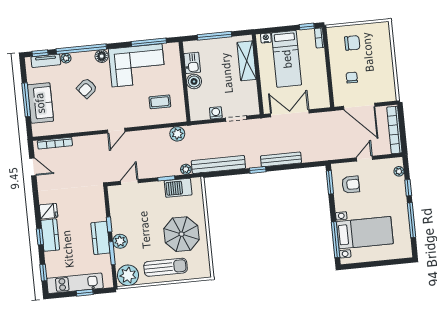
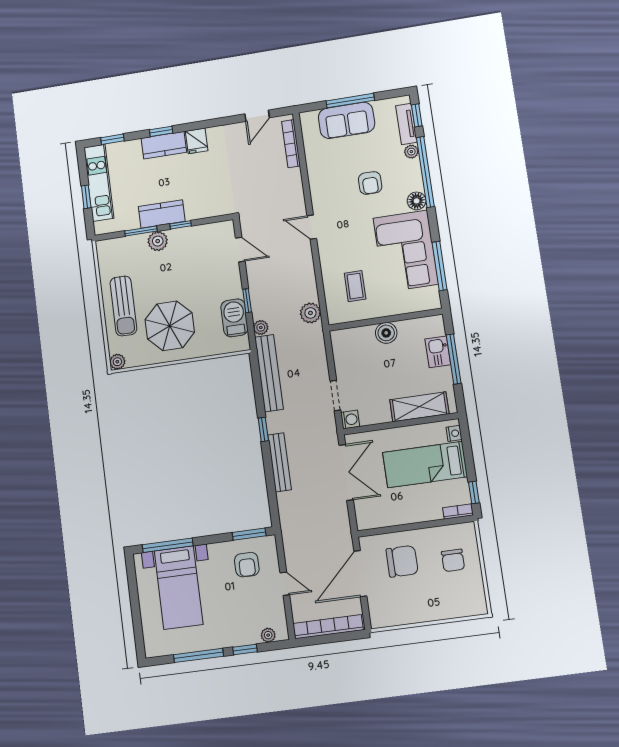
kitchen sink: (192, 63) -> (438, 352), moved, turned 90
chair: (352, 78) -> (402, 561), width x1.87, depth x1.87
armchair: (87, 88) -> (370, 183), turned -140
washing machine: (216, 113) -> (350, 420), moved
plant: (128, 275) -> (117, 362), moved, width x0.53, depth x0.53

